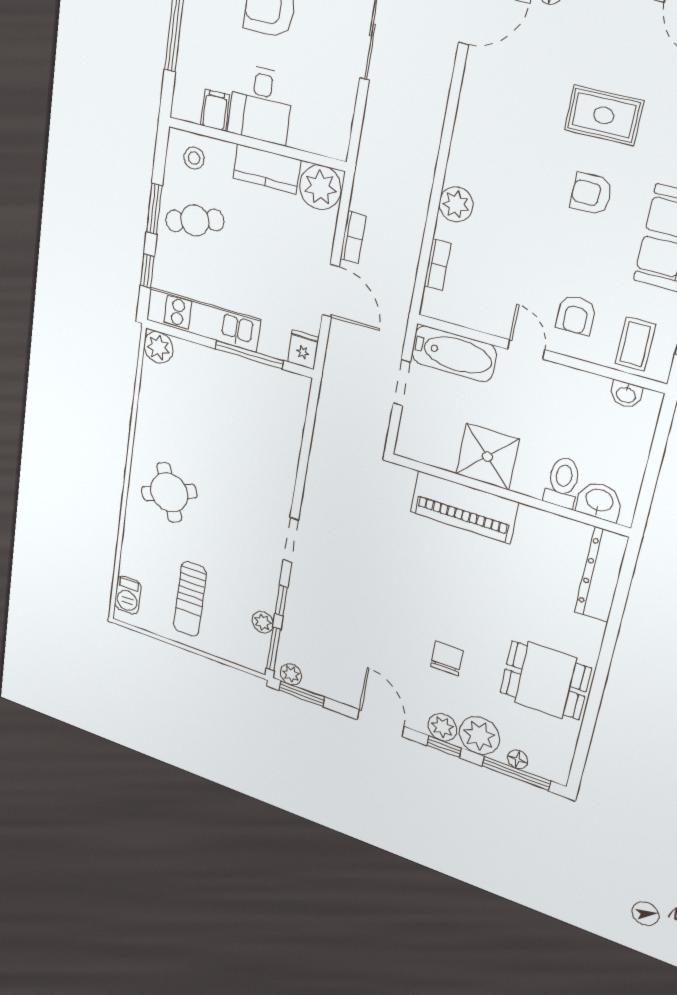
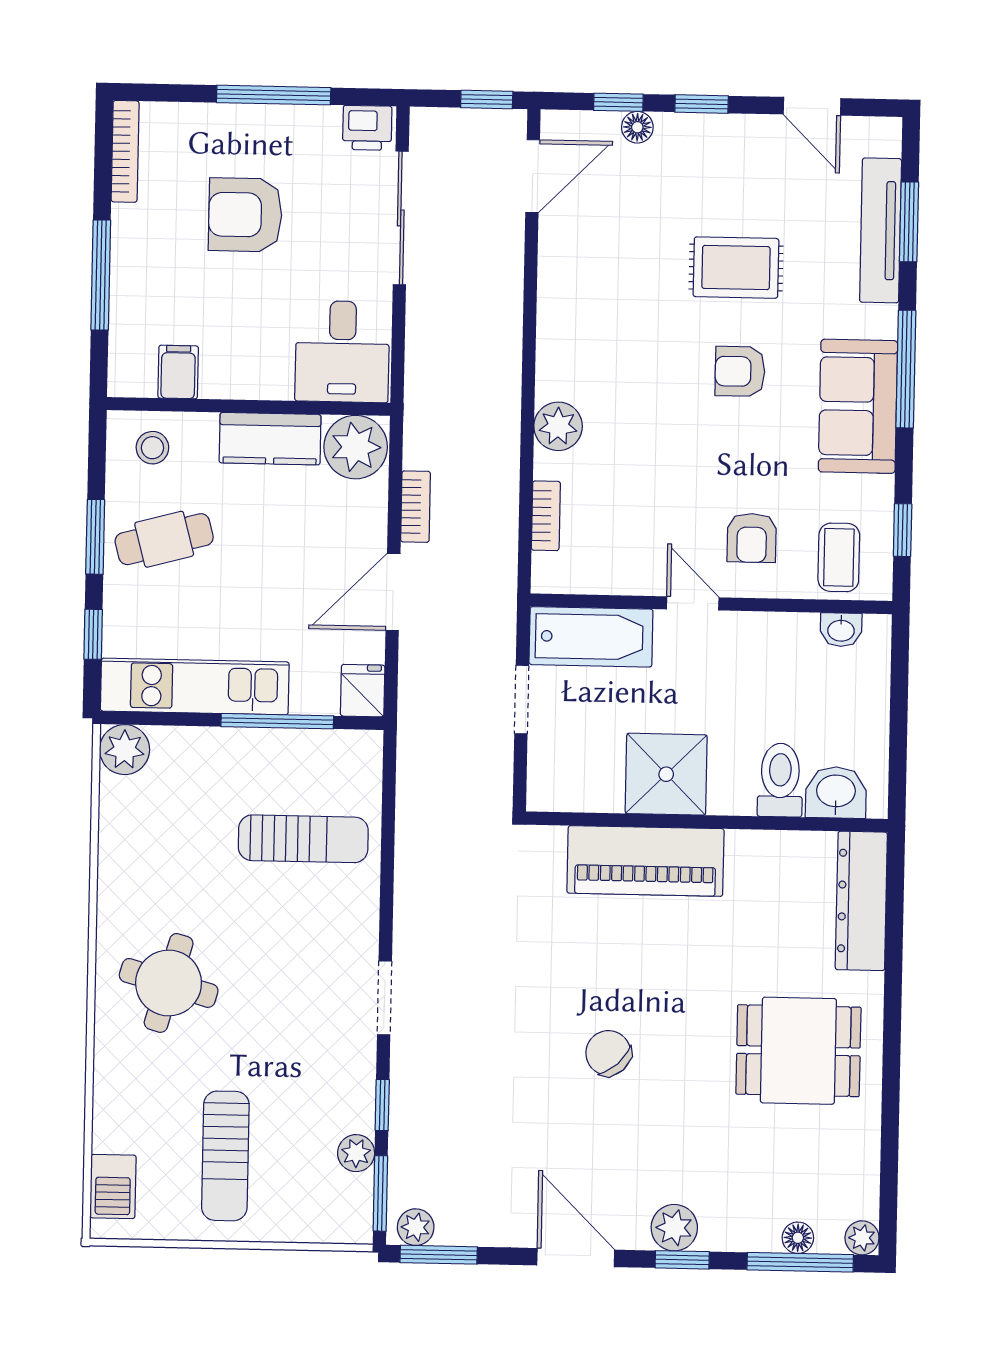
desk: (261, 104) -> (342, 352), moved
door: (331, 291) -> (393, 592), swing flipped
sun lounger: (256, 431) -> (303, 839), added
round table: (169, 492) -> (169, 983), turned 37
chair: (447, 658) -> (608, 1053), moved, turned -43
dining table: (545, 680) -> (798, 1051), moved
plant: (479, 736) -> (862, 1238), moved, width x0.53, depth x0.53

